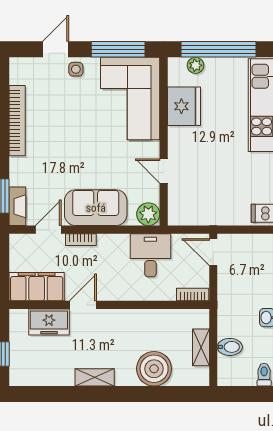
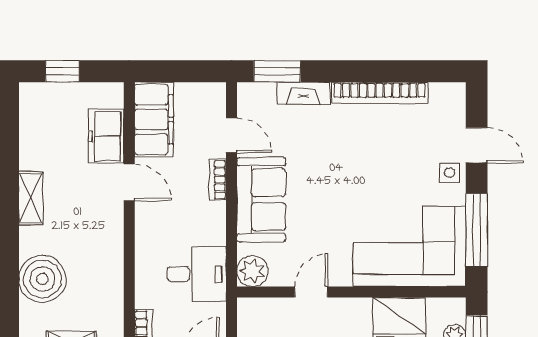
fireplace: (17, 206) -> (303, 93), moved

